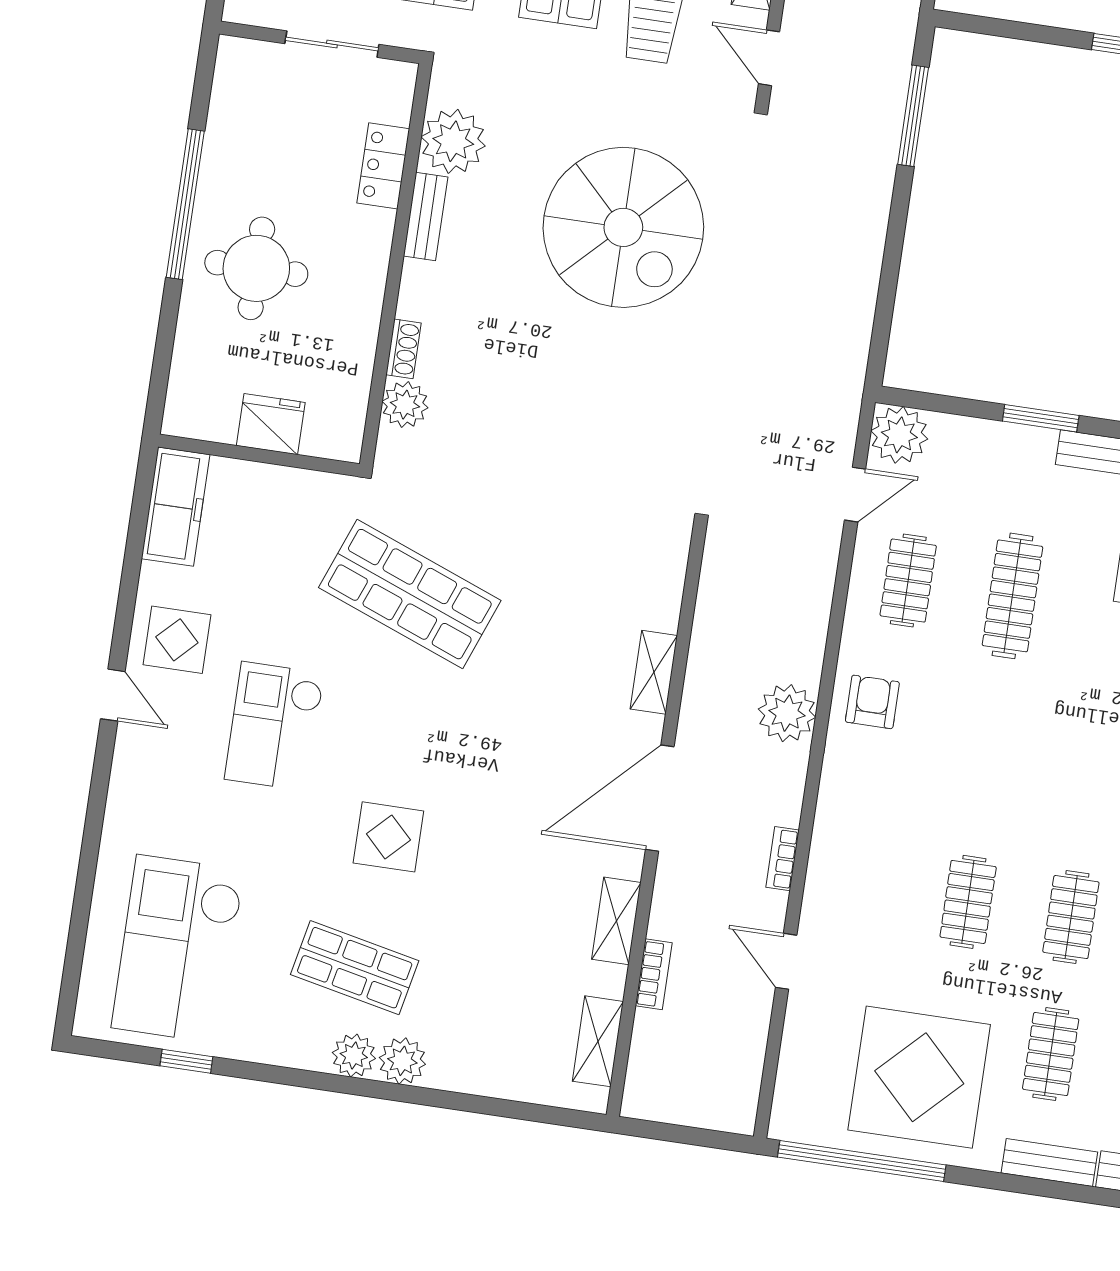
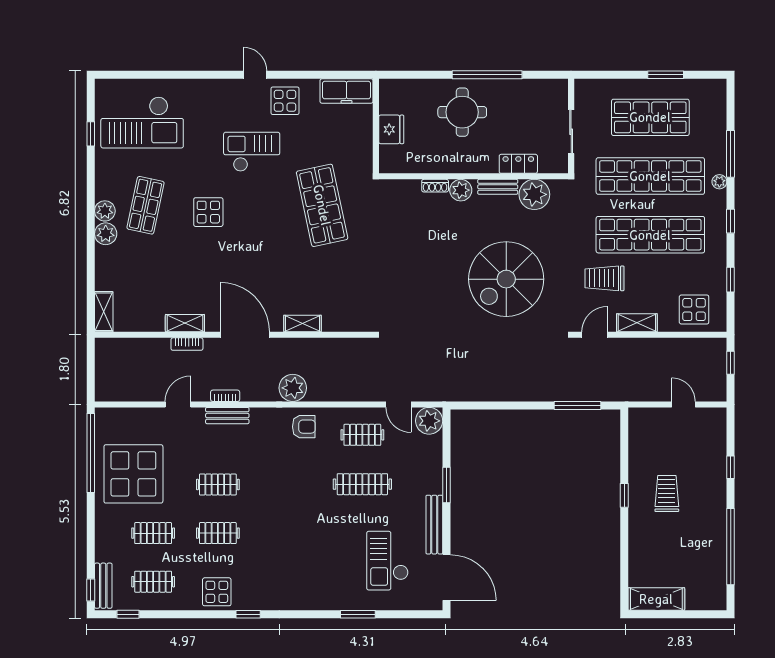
plant: (405, 405) -> (461, 190), moved
shop shelf: (410, 594) -> (322, 205), turned -33
door: (113, 695) -> (255, 75), swing flipped
checkout: (178, 949) -> (142, 122), turned 180
bookcase: (654, 974) -> (187, 344), moved
shelving: (598, 1041) -> (104, 312), moved, turned 90
bench: (1049, 1163) -> (227, 416), moved, turned 90

